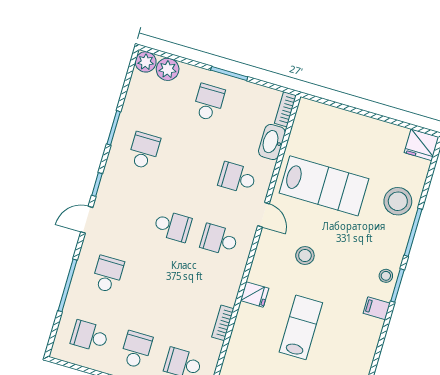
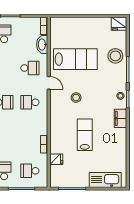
school desk: (237, 178) -> (30, 68), turned 180
fridge: (255, 294) -> (56, 159), moved
filing cabinet: (377, 308) -> (121, 118), width x2.00

